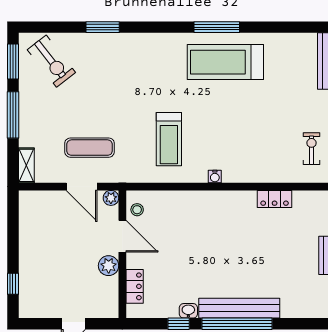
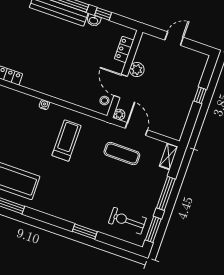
exercise bike: (51, 61) -> (127, 221), turned -52
window: (13, 284) -> (200, 95), moved

